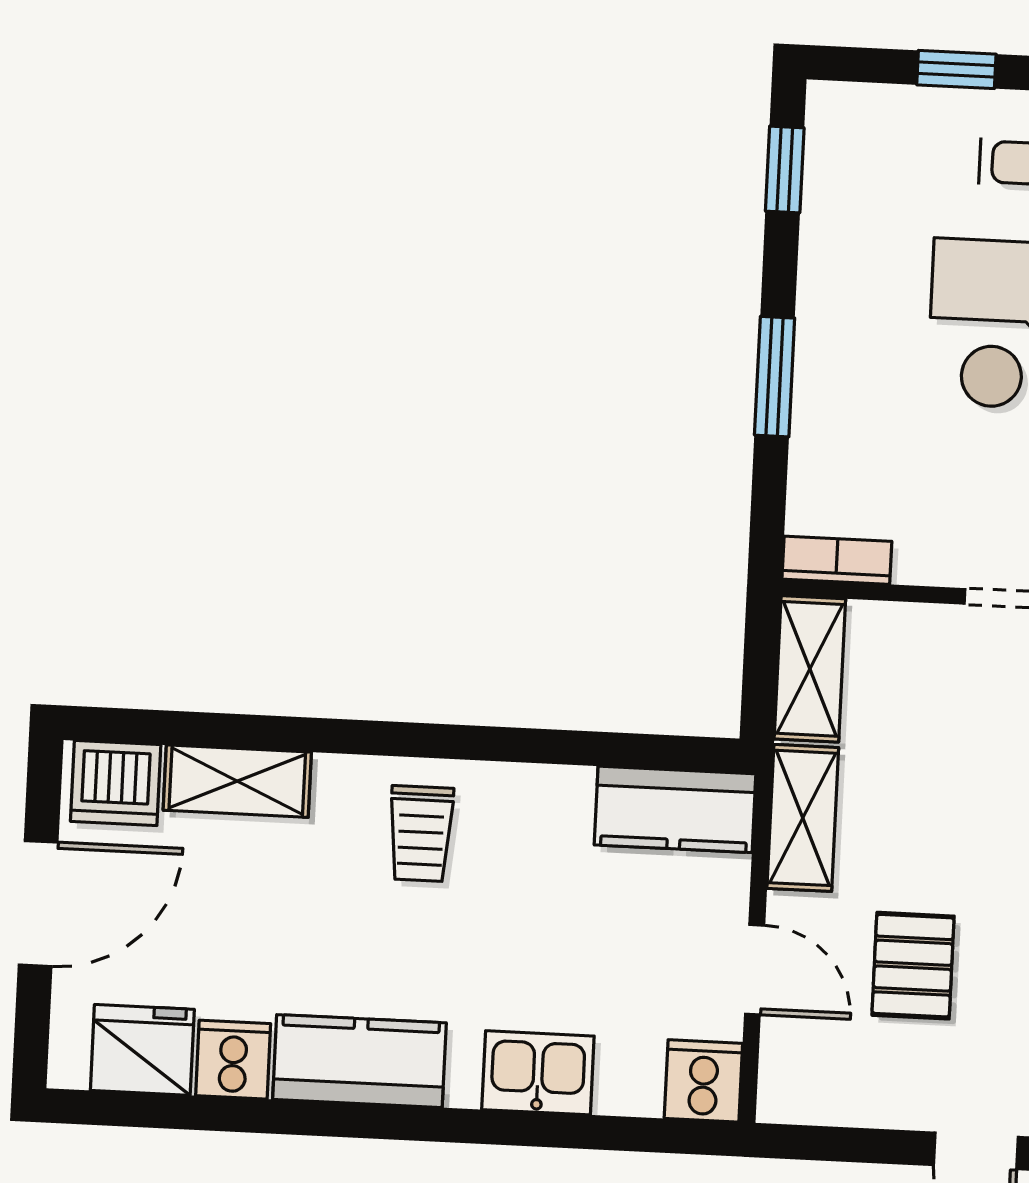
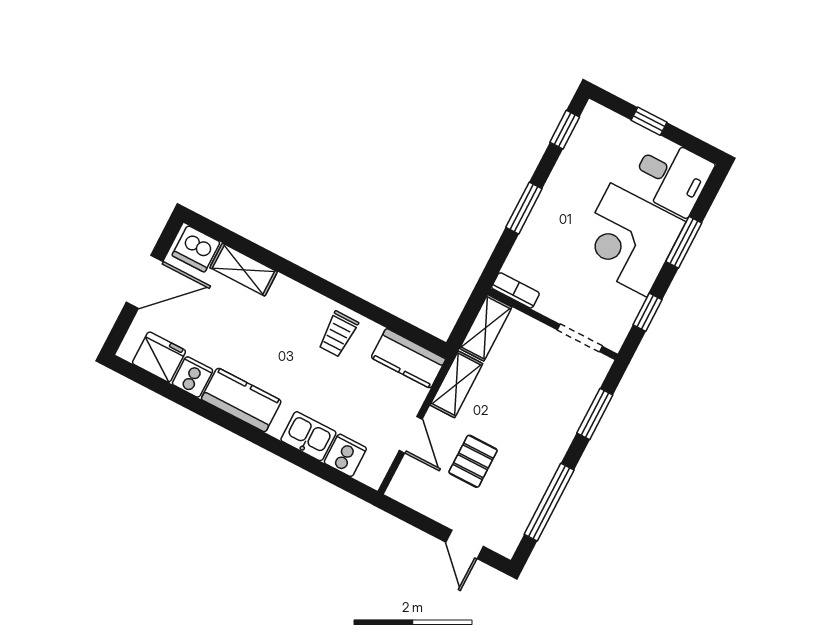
trolley: (421, 834) -> (338, 334), moved
cooker: (703, 1081) -> (345, 455), moved

